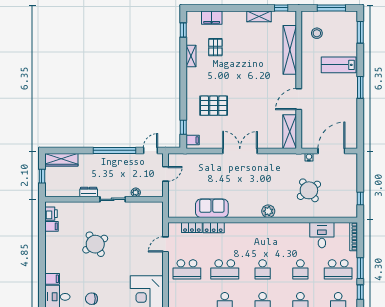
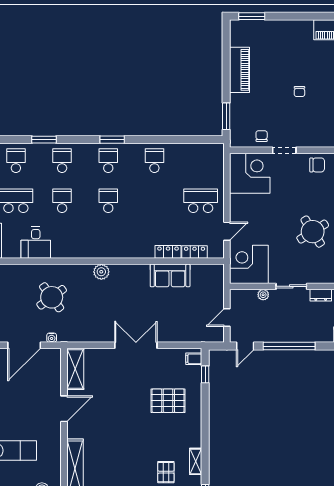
double door: (240, 151) -> (136, 345), swing flipped
corner desk: (147, 217) -> (249, 264), added
school desk: (225, 269) -> (154, 201), removed

